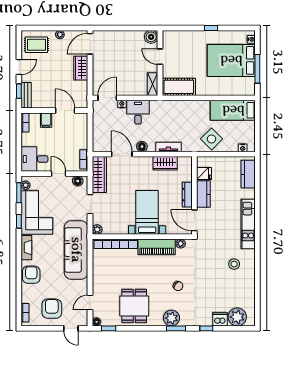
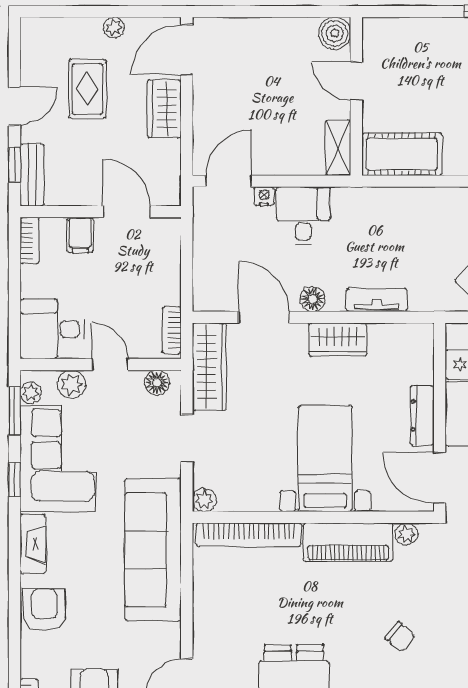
rug: (36, 45) -> (87, 89), moved, turned 90
wardrobe: (165, 163) -> (338, 340), moved
plant: (42, 182) -> (71, 384), added

